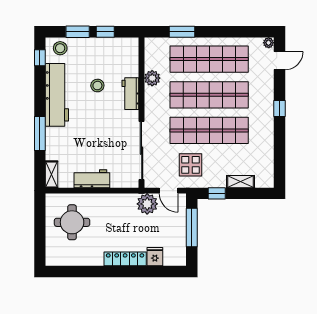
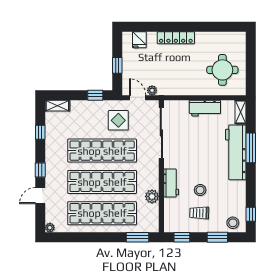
window: (105, 32) -> (182, 237), moved
window: (182, 32) -> (138, 237), moved
trolley: (98, 59) -> (199, 213), added
door: (279, 61) -> (40, 196), moved
workbench: (57, 95) -> (236, 152), moved
window: (279, 151) -> (40, 132), added
shelving: (241, 182) -> (57, 106), moved
plant: (147, 204) -> (152, 90), width x0.53, depth x0.53
window: (192, 227) -> (117, 65), width x0.46
fridge: (155, 257) -> (139, 40), moved

